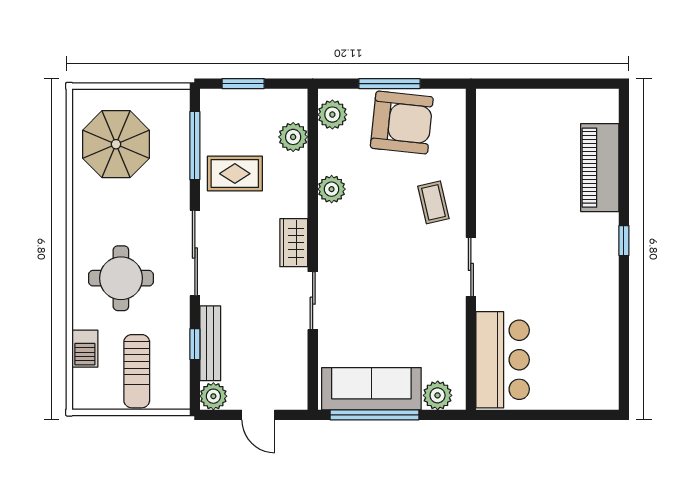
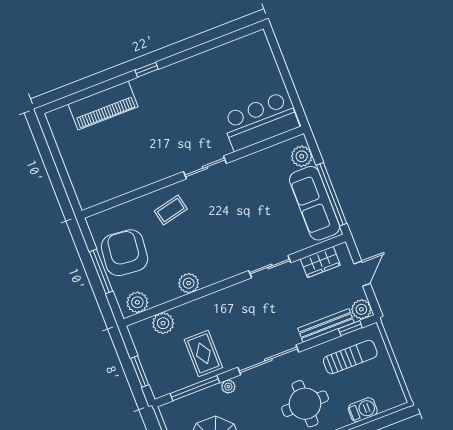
plant: (180, 189) -> (228, 387), added
wardrobe: (294, 243) -> (320, 262), moved
window: (195, 344) -> (350, 328), moved
sun lounger: (137, 371) -> (350, 357), moved

